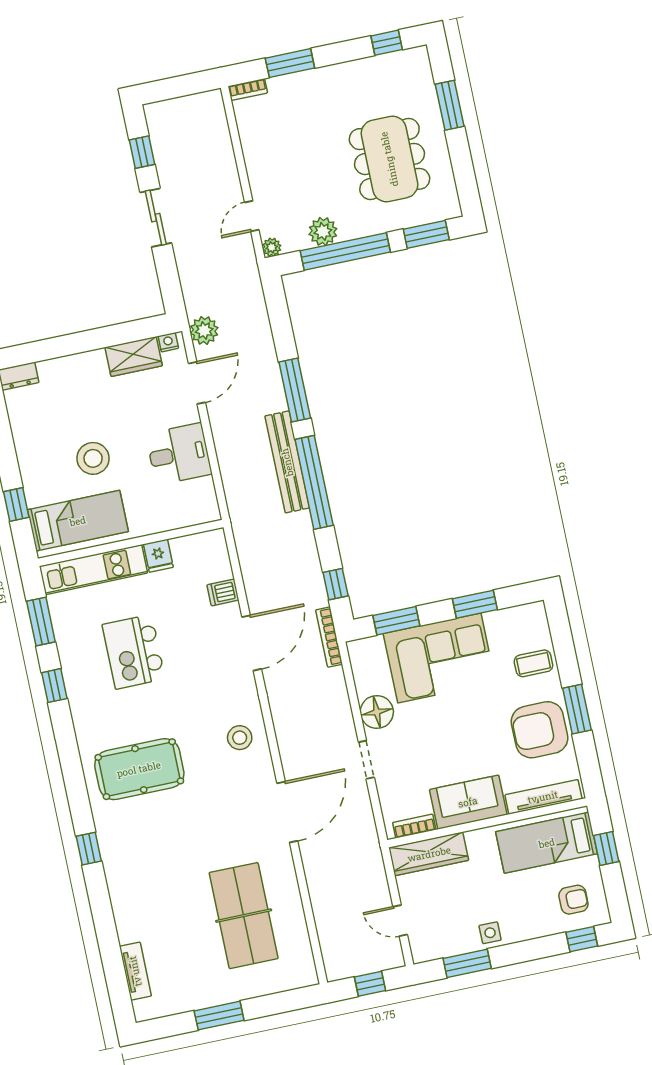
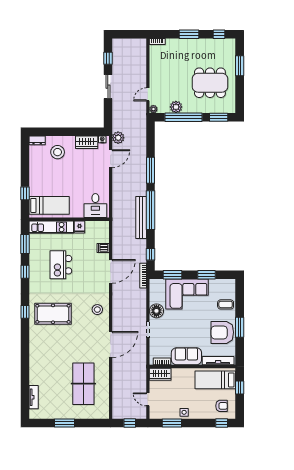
window: (290, 63) -> (189, 34), moved
dining table: (389, 159) -> (210, 83), turned 90
desk: (179, 454) -> (95, 206), moved, turned 90
stool: (93, 458) -> (58, 152), moved
bench: (287, 462) -> (141, 217), moved
window: (89, 849) -> (25, 312), moved
wardrobe: (429, 854) -> (160, 374), width x0.67

